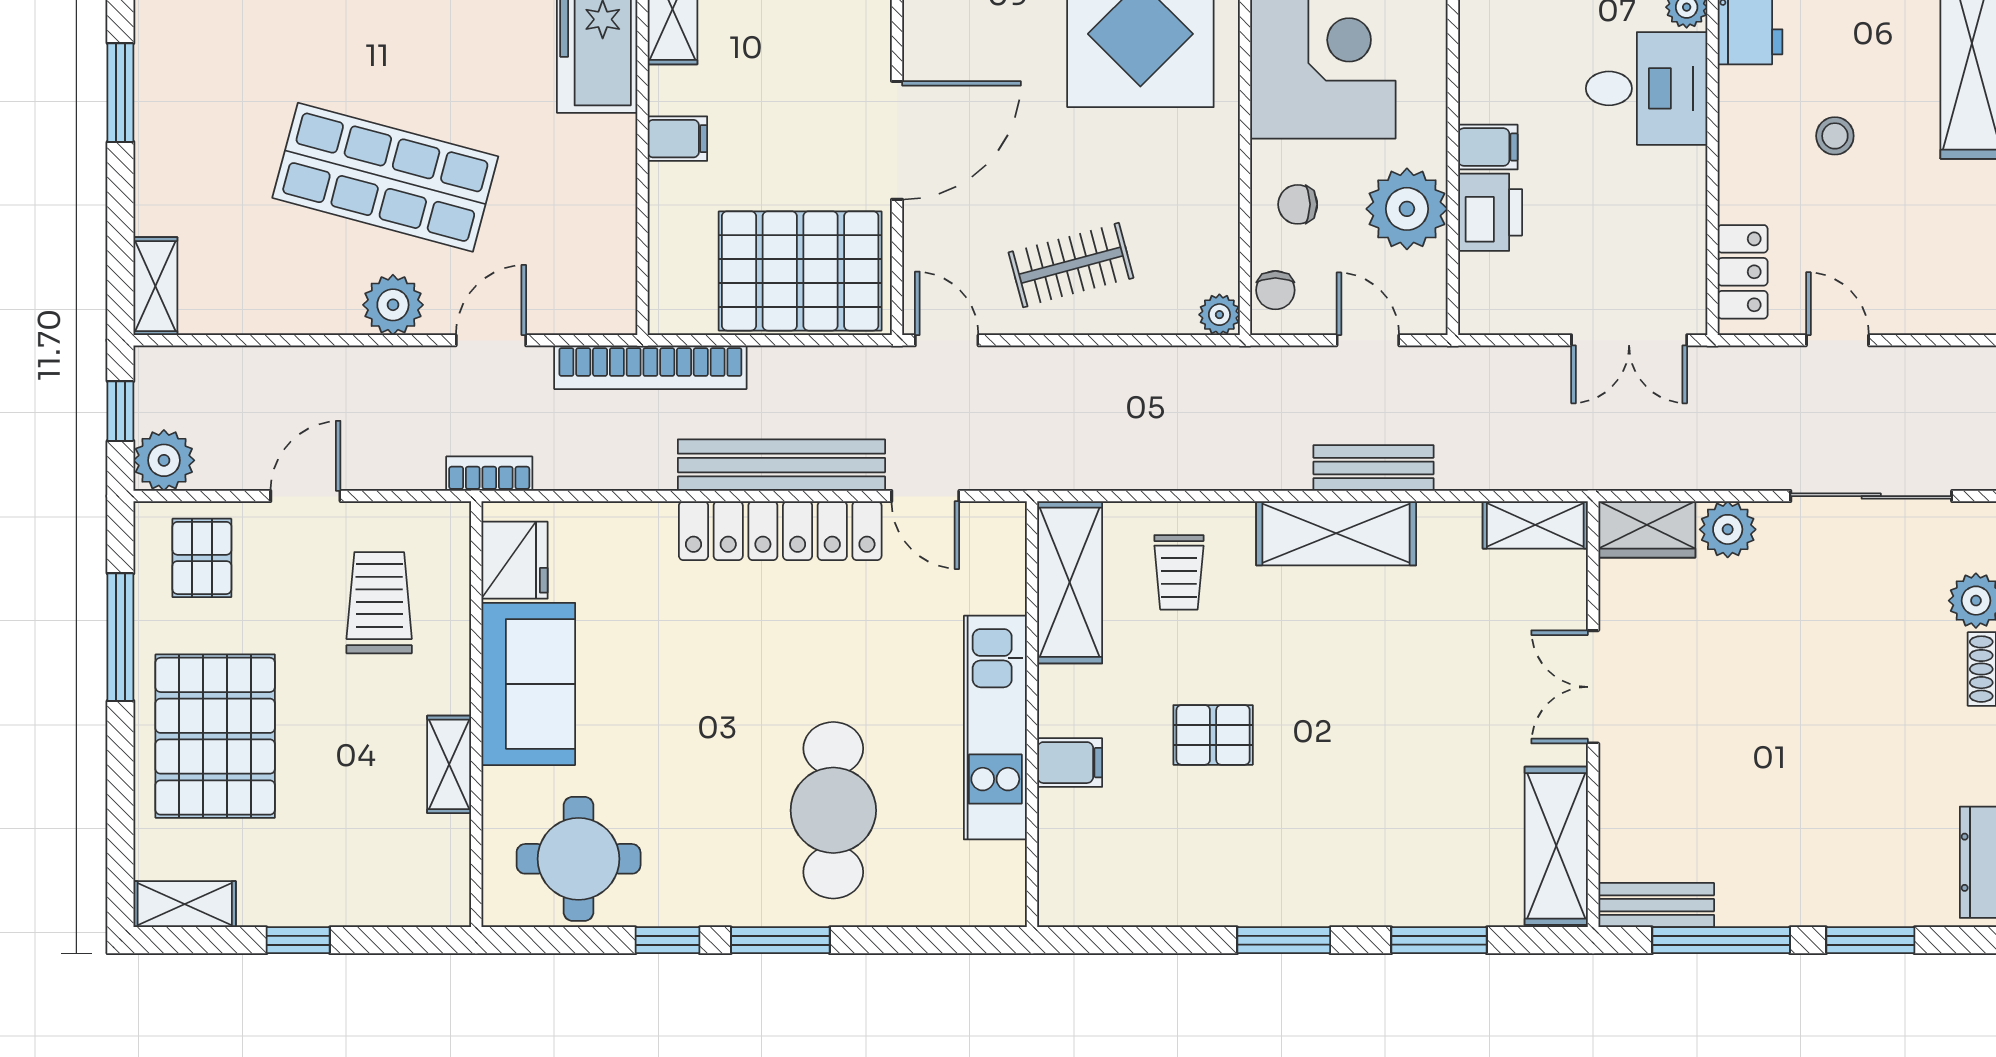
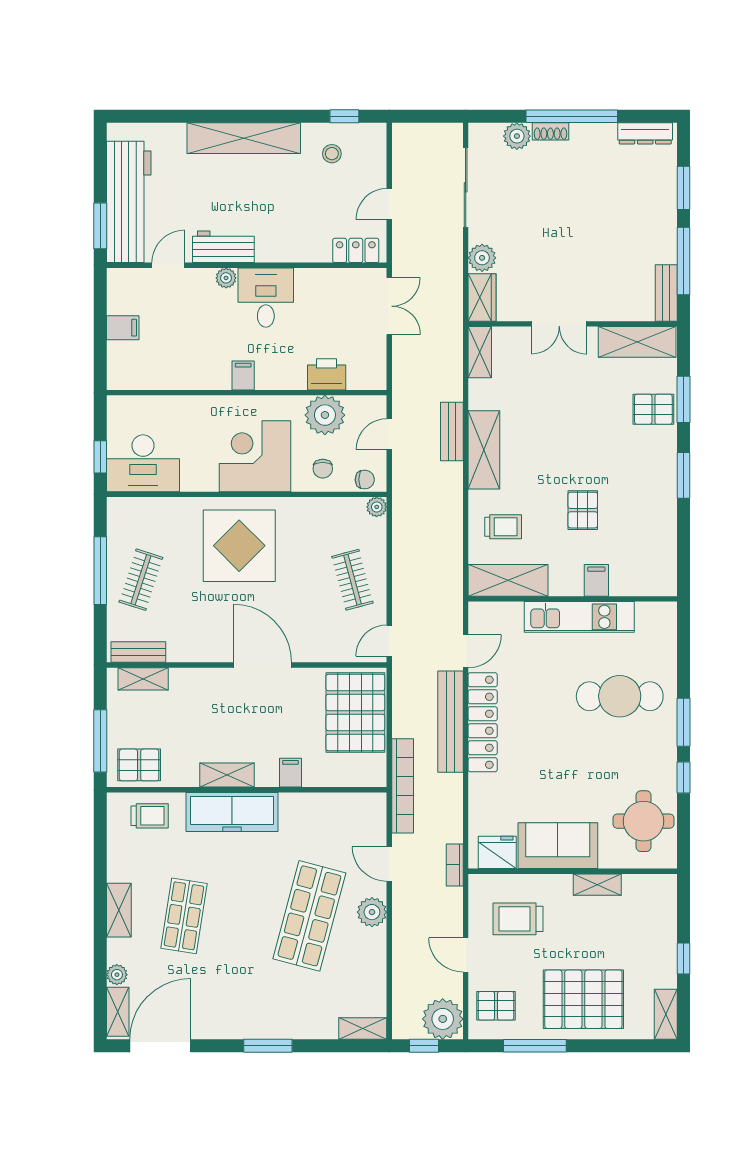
stool: (1835, 136) -> (332, 154), moved
door: (897, 140) -> (263, 665), moved
filing cabinet: (1488, 147) -> (243, 375), moved
plant: (164, 460) -> (443, 1019), width x1.36, depth x1.36
pallet: (1419, 879) -> (653, 409), added

